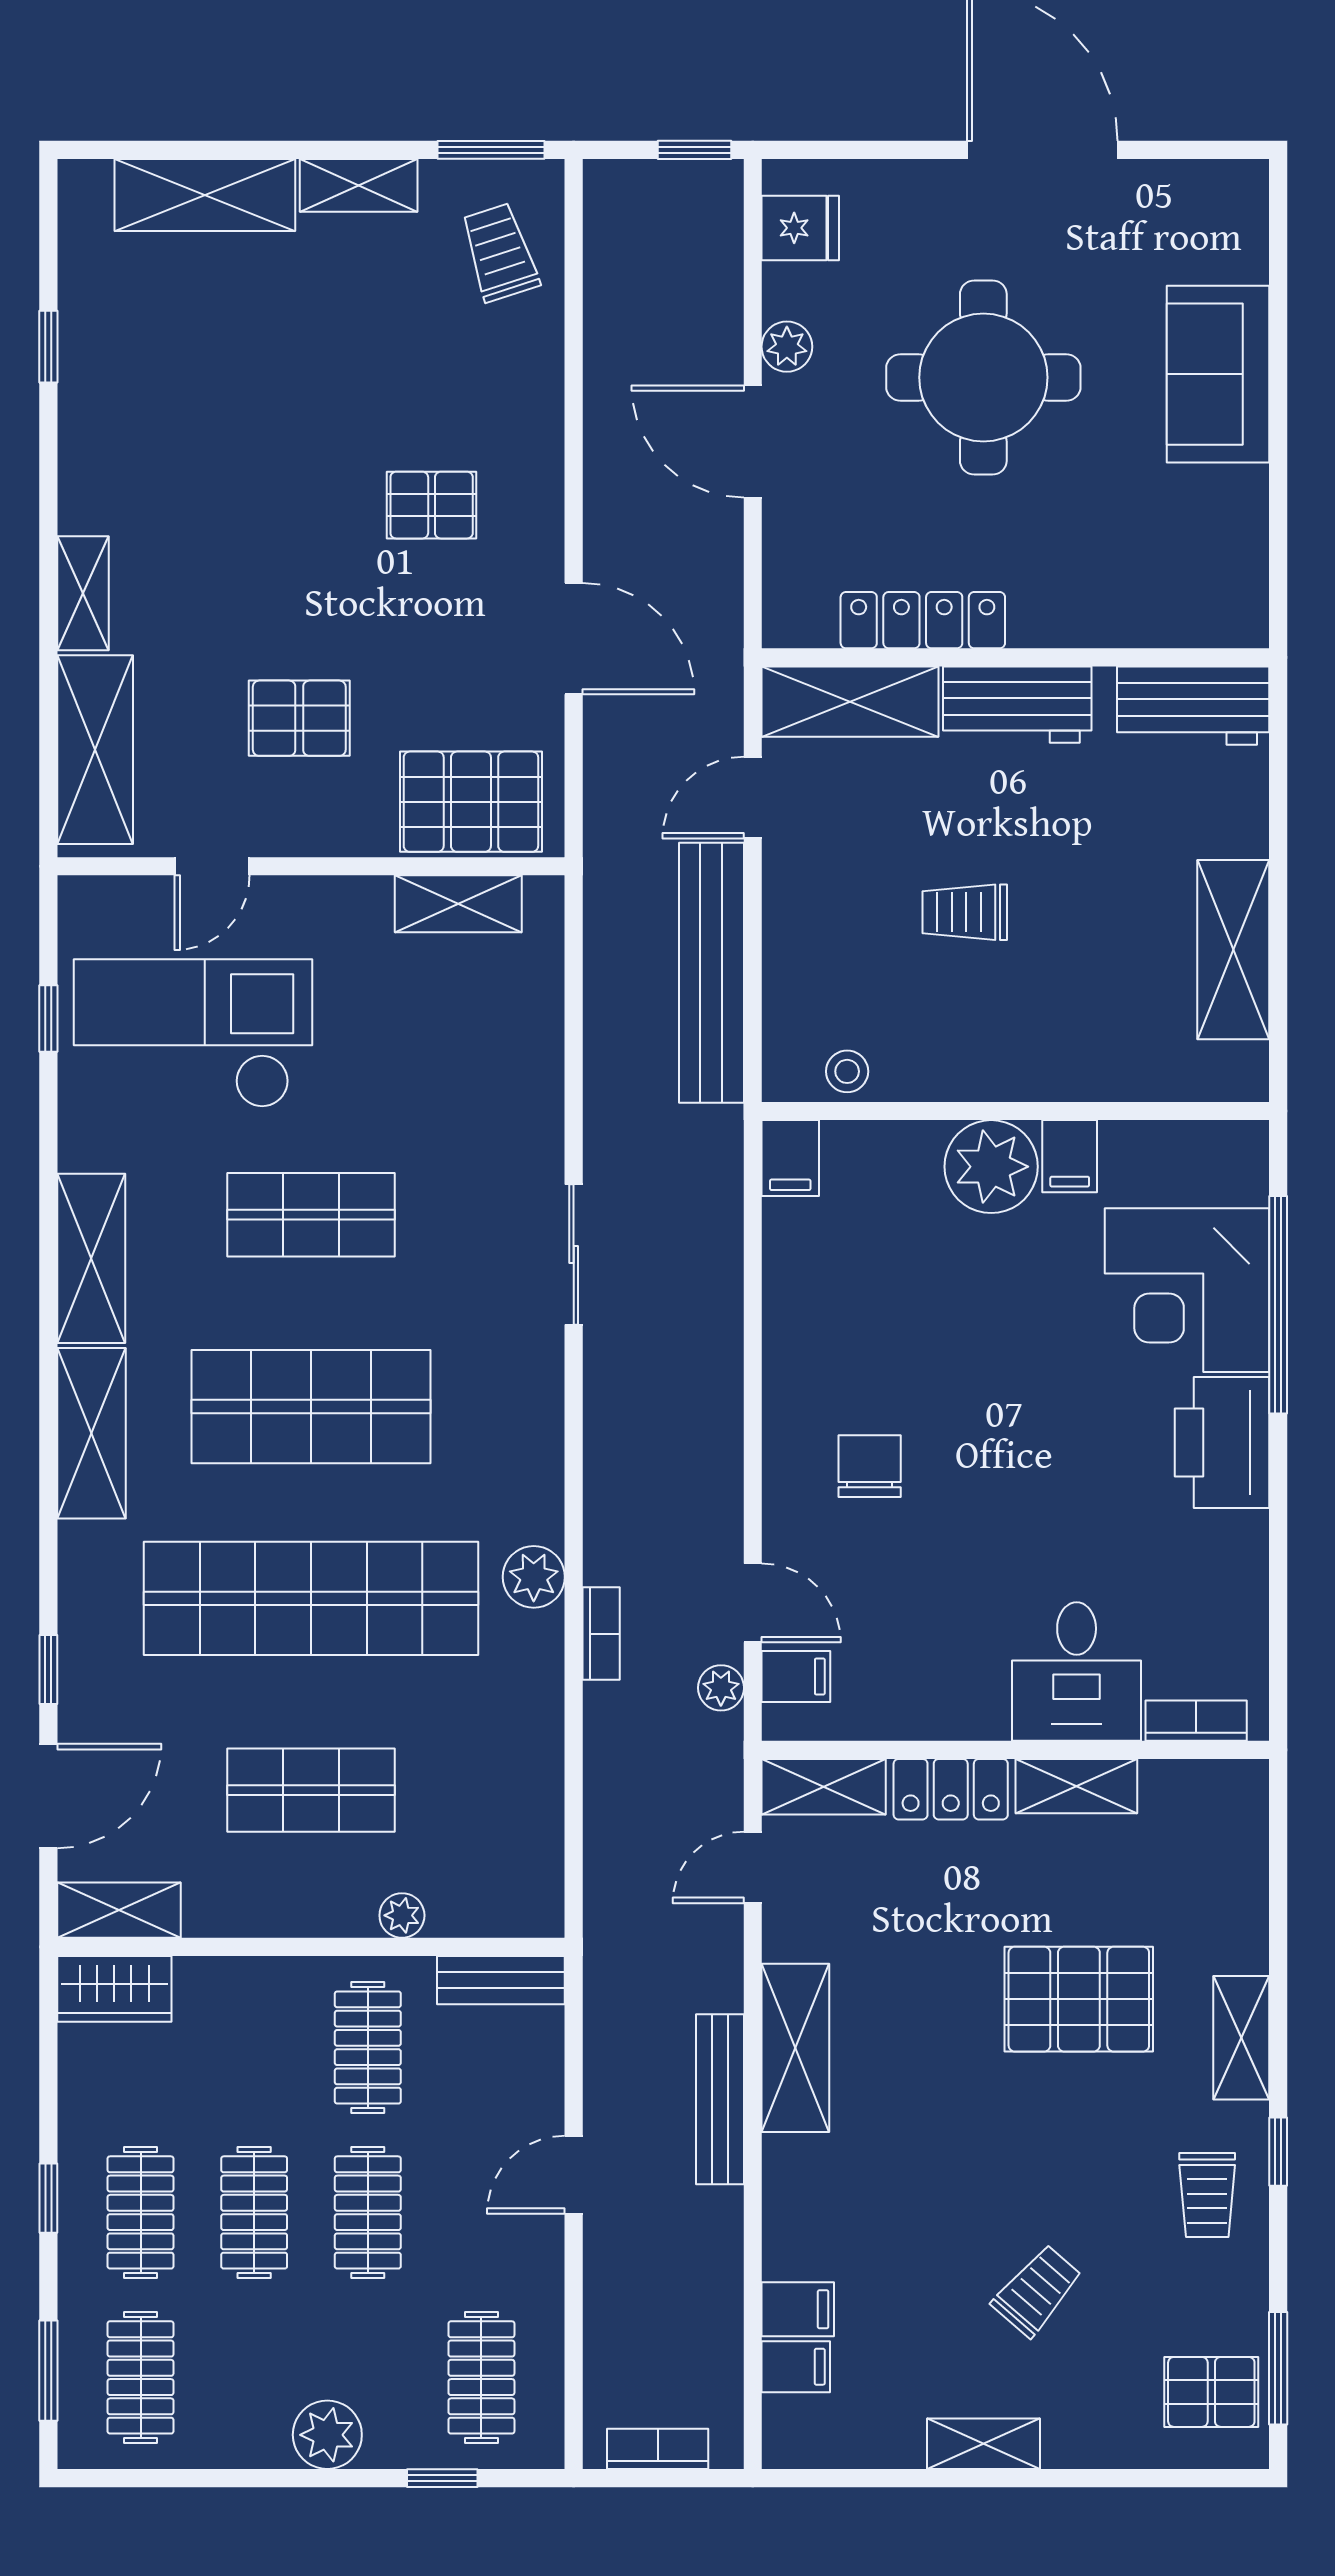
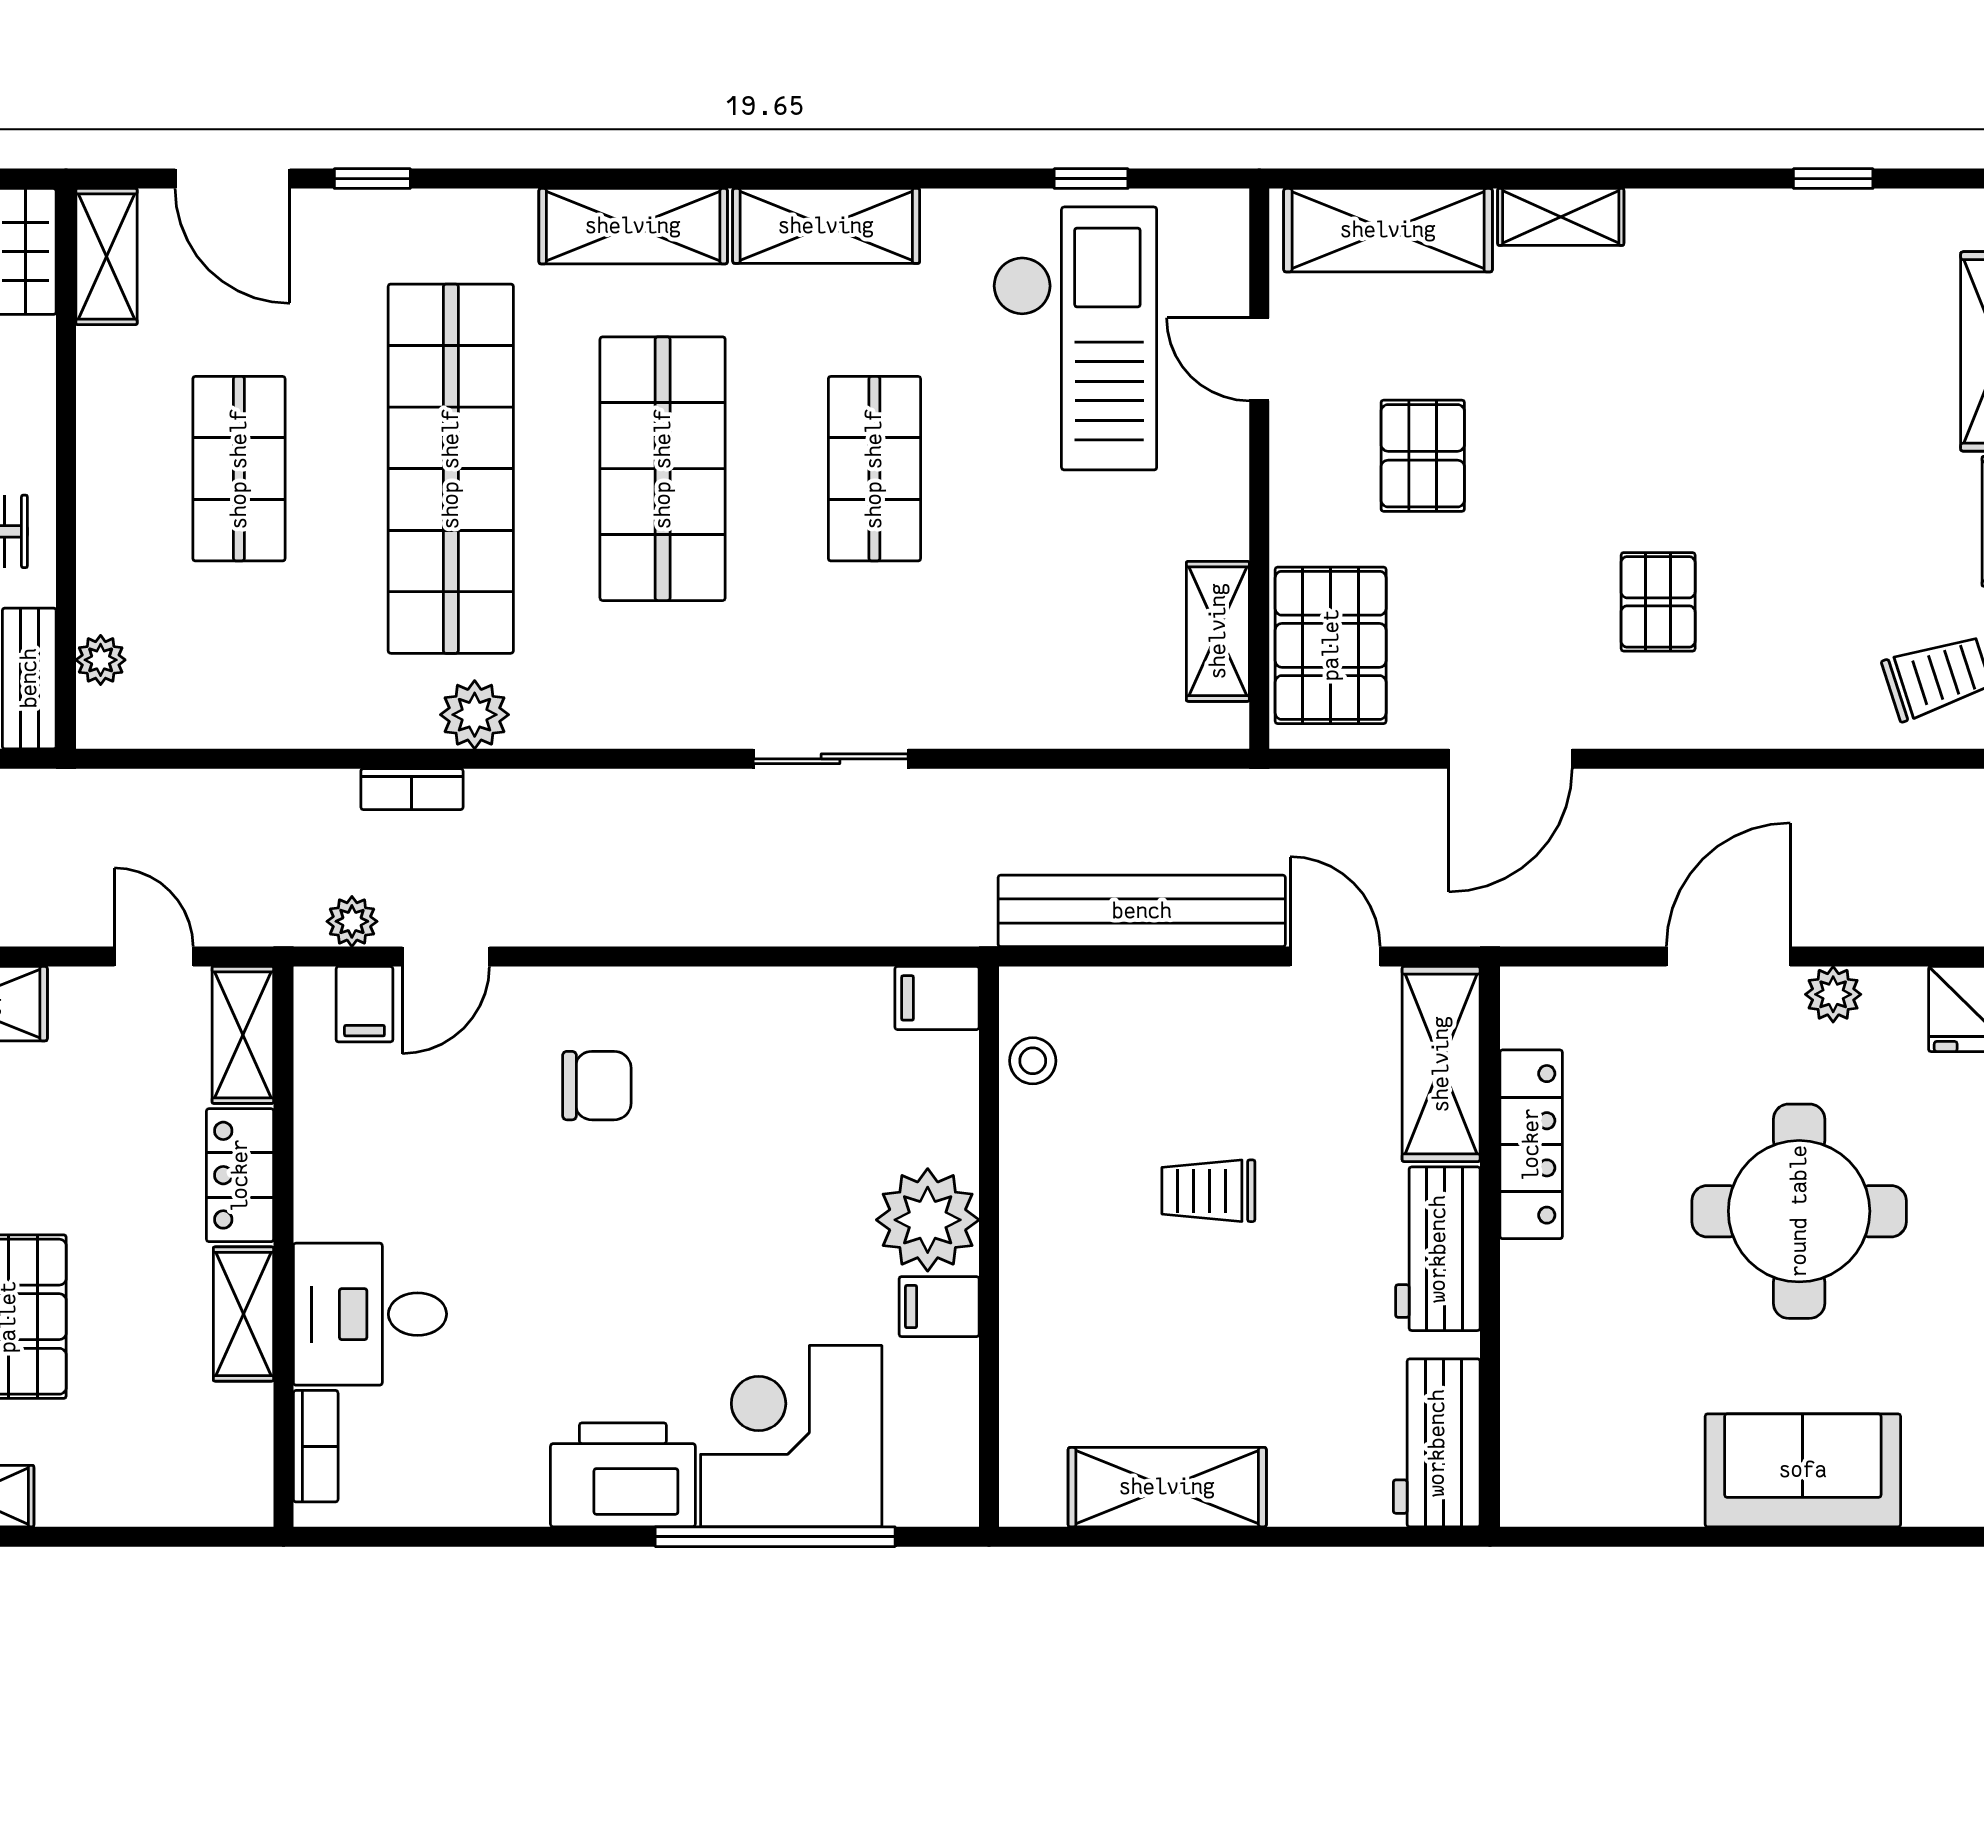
trolley: (965, 912) -> (1208, 1191), turned -90
plant: (402, 1915) -> (101, 660), moved

